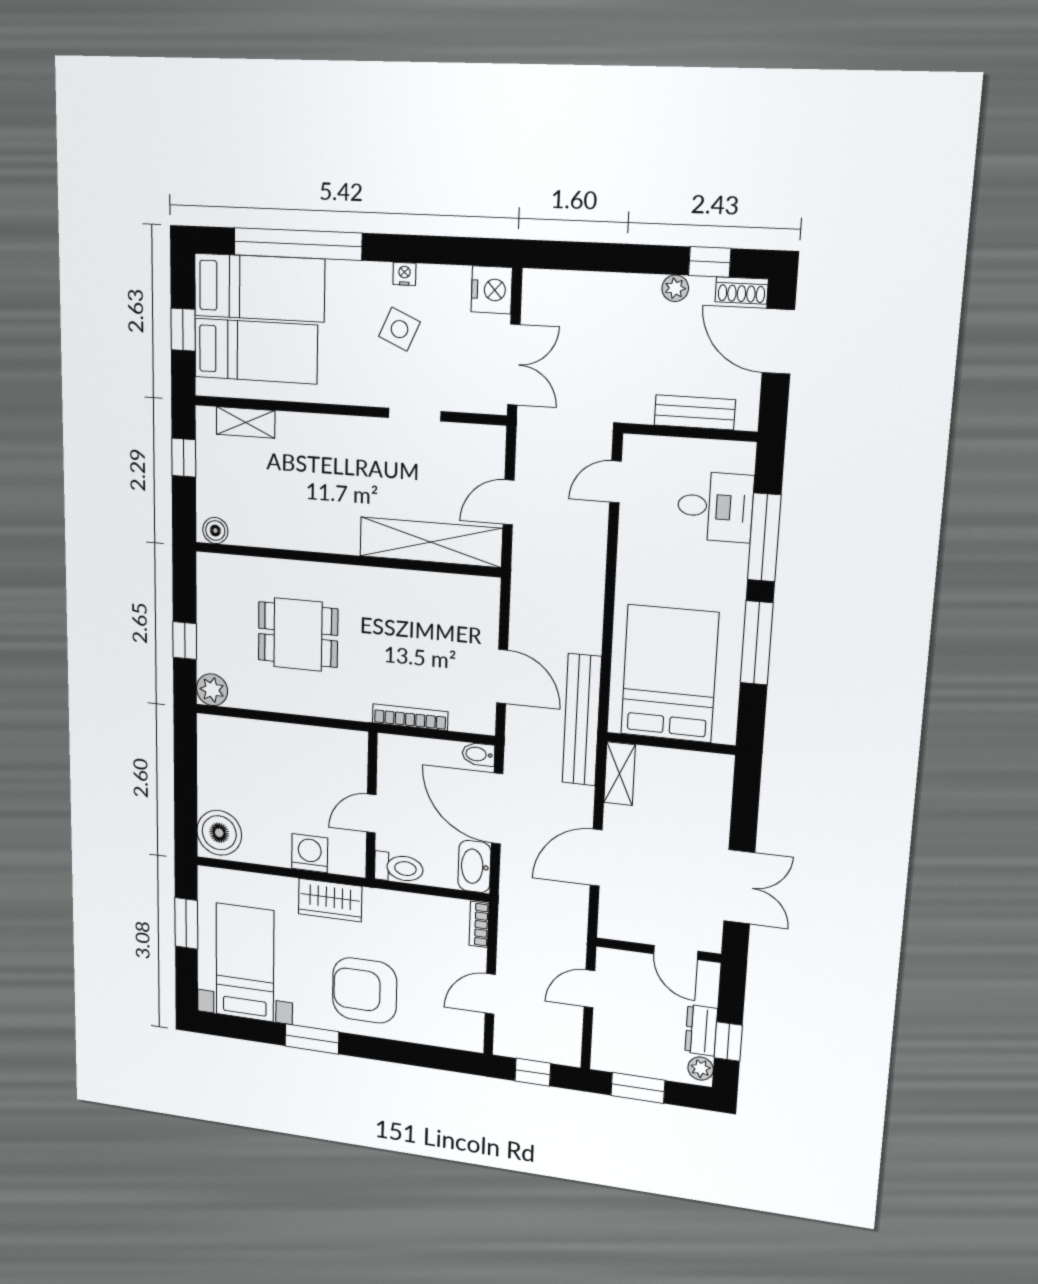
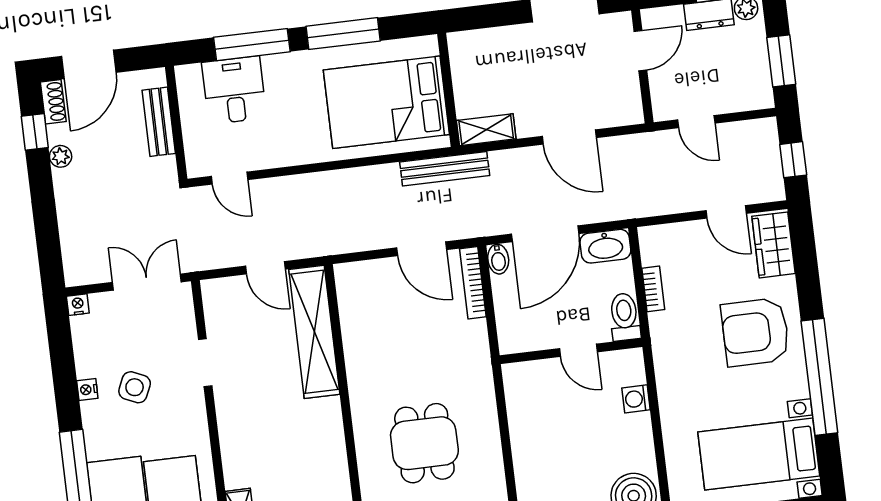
nightstand: (492, 290) -> (78, 305), width x0.53, depth x0.56
door: (502, 676) -> (422, 249), swing flipped
bookcase: (410, 717) -> (473, 283), moved
bench: (582, 720) -> (445, 169), width x0.73, depth x0.82
washing machine: (310, 853) -> (636, 399), width x0.73, depth x0.73
wardrobe: (330, 900) -> (774, 245), moved, turned 180
bookcase: (479, 924) -> (653, 289), moved, turned -90
armchair: (365, 990) -> (755, 332), turned 90
window: (312, 1039) -> (819, 377), width x2.11

